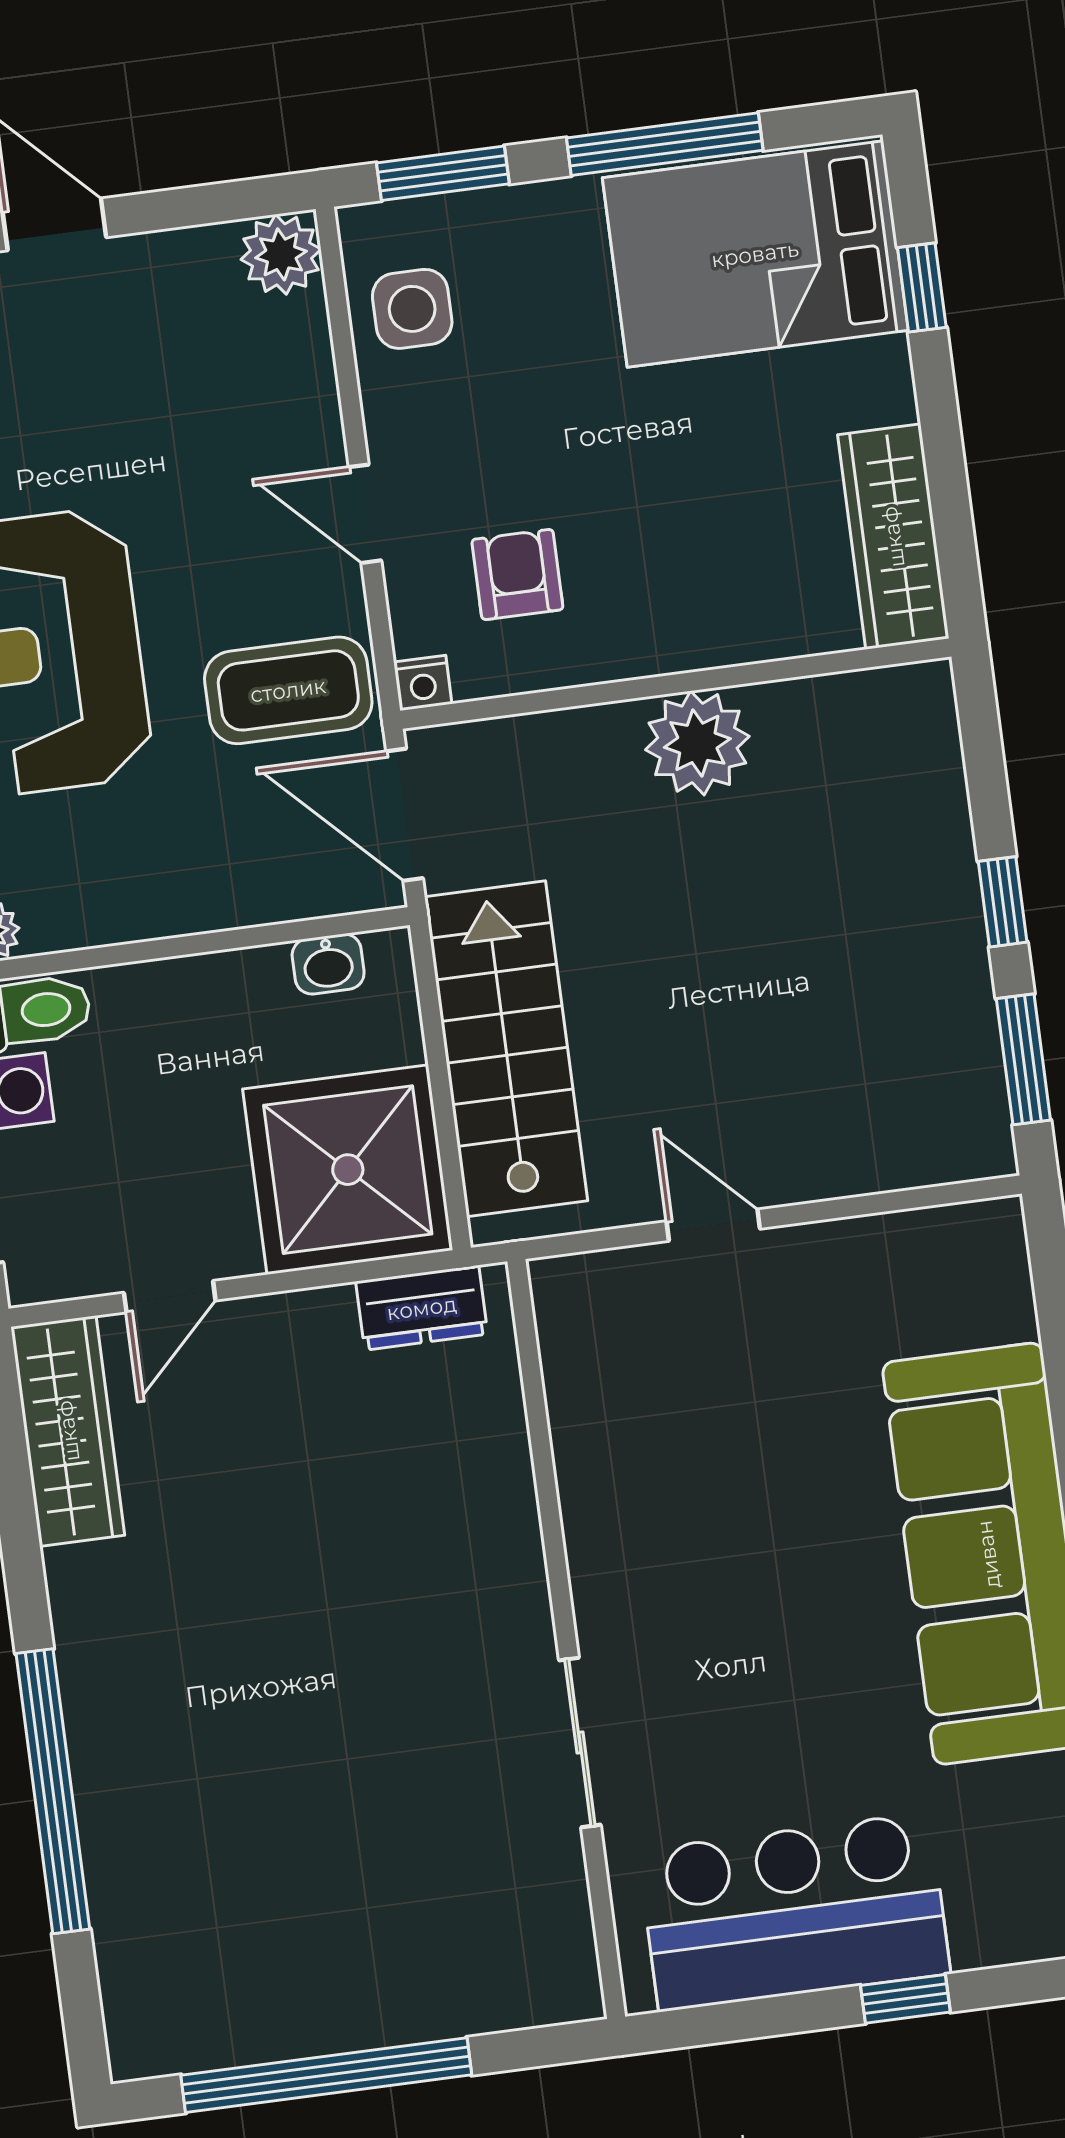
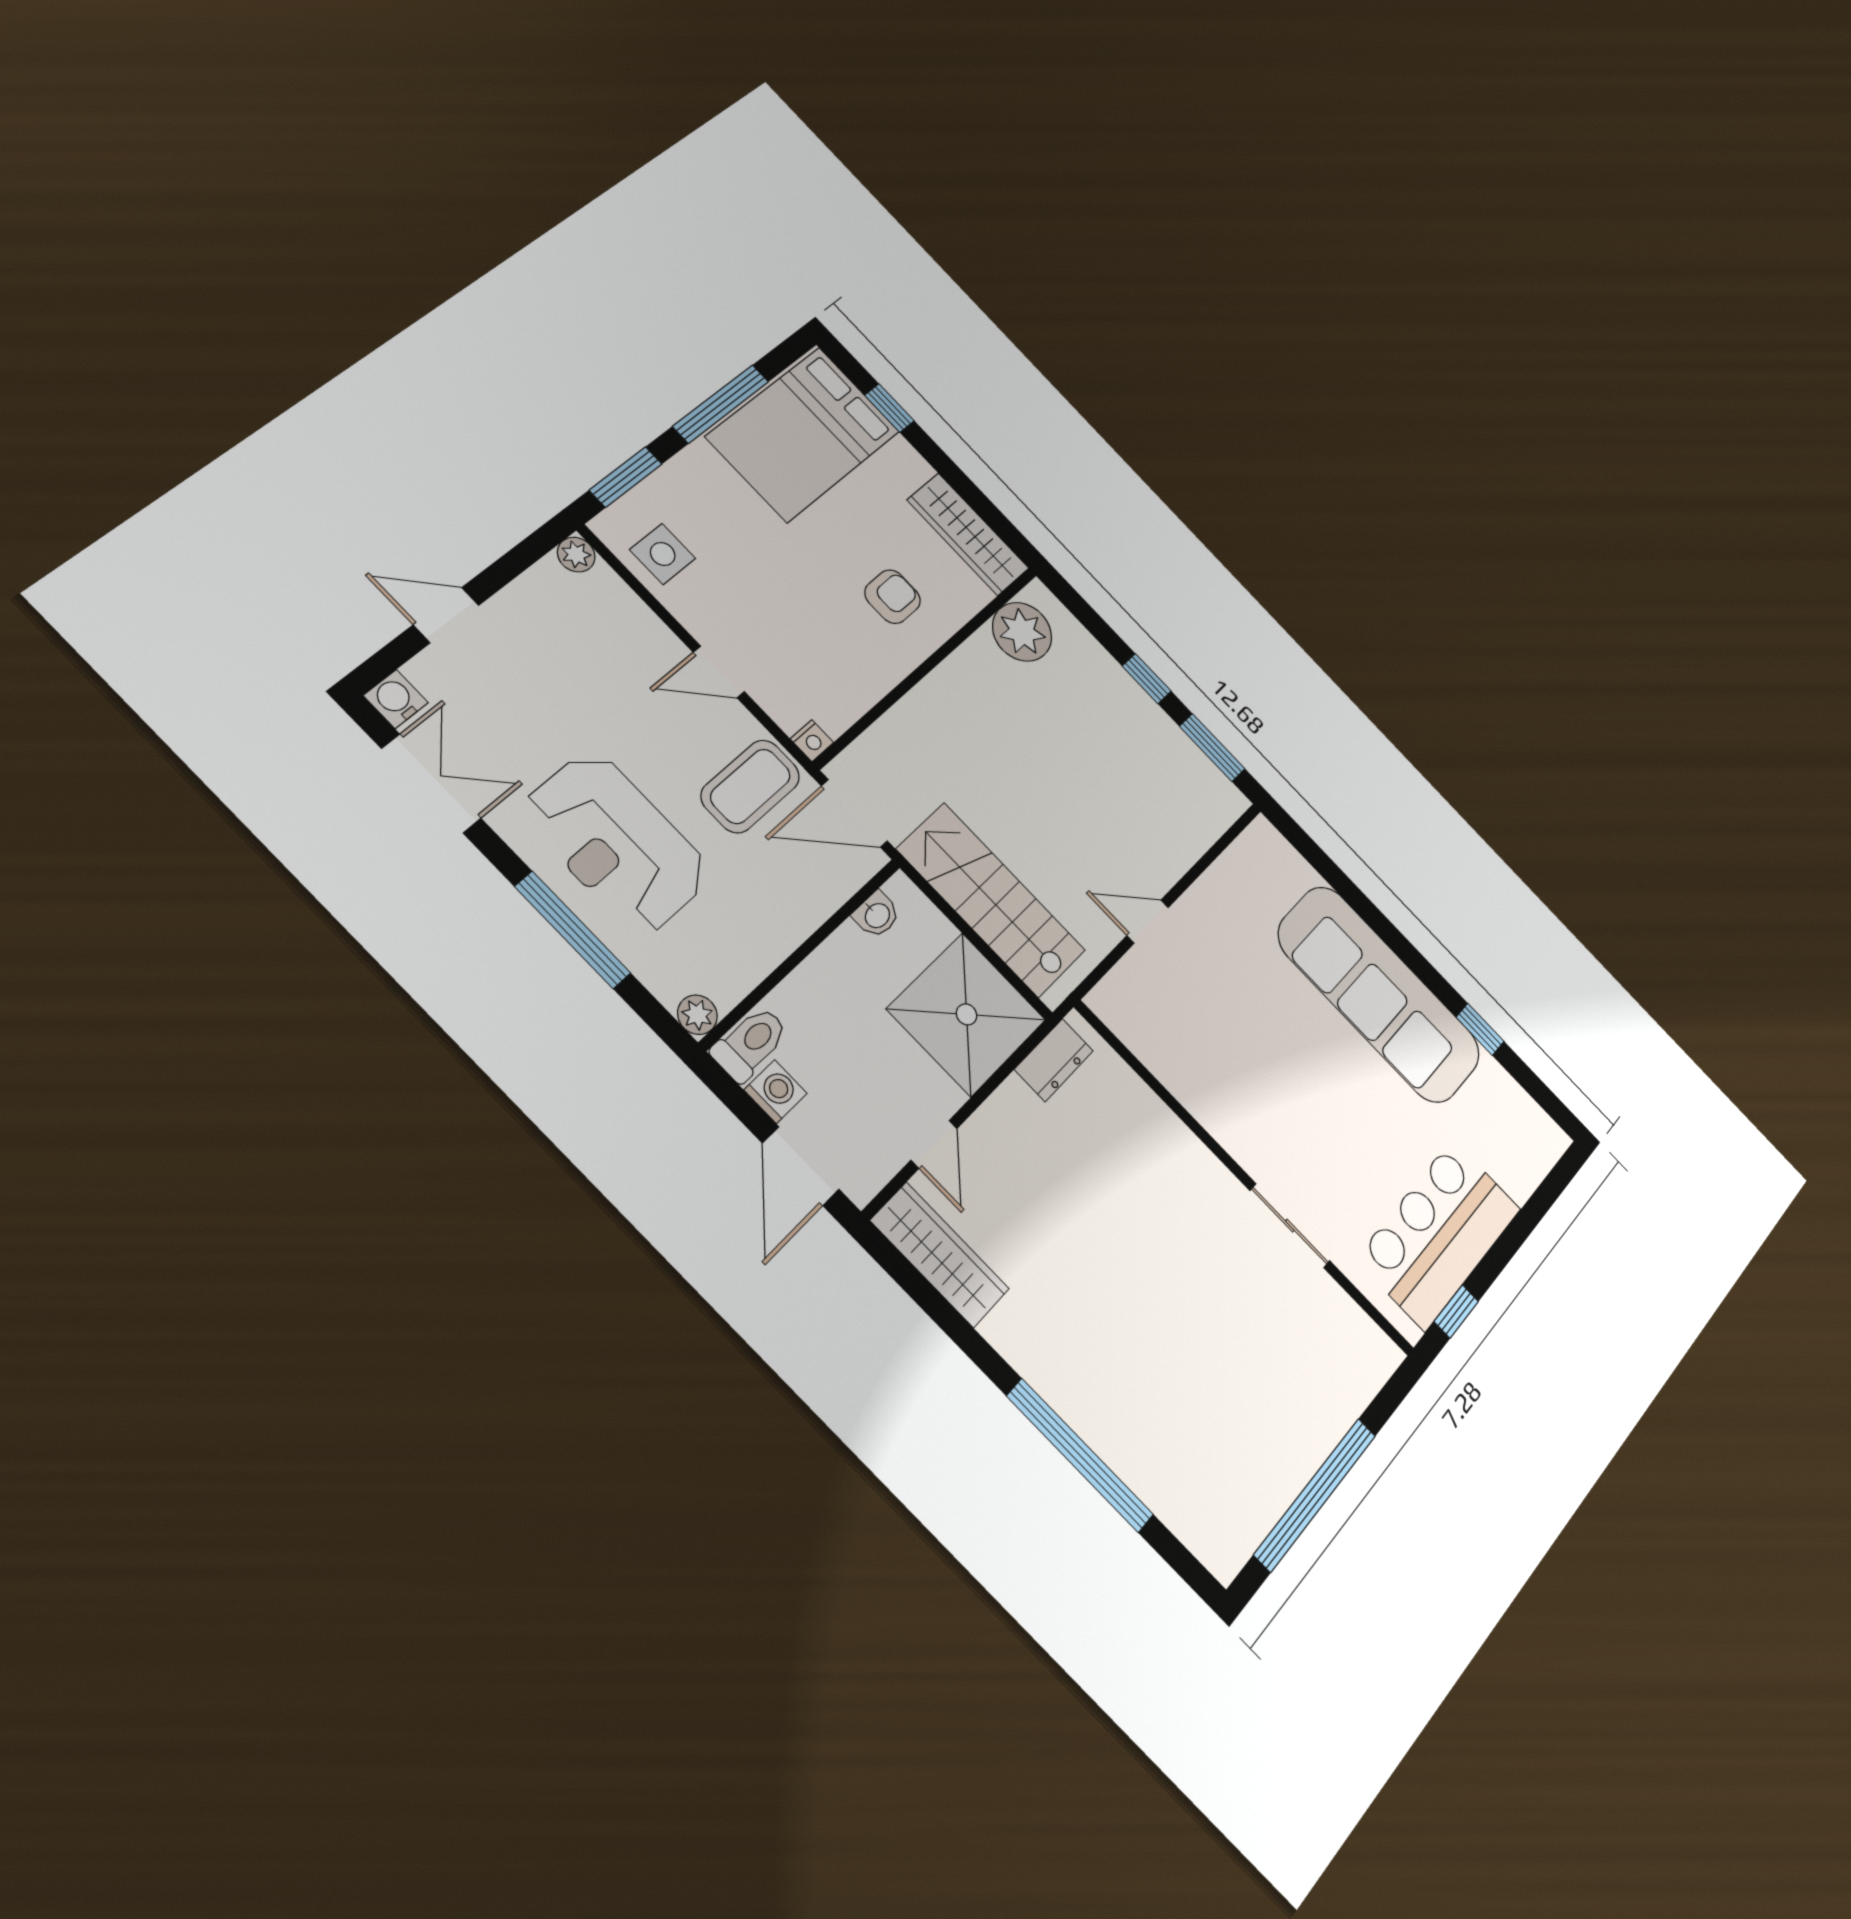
plant: (281, 254) -> (576, 555), width x0.73, depth x0.73
armchair: (517, 574) -> (893, 597), moved, turned 90
plant: (697, 743) -> (1022, 632), moved
window: (905, 1999) -> (1456, 1311), moved

